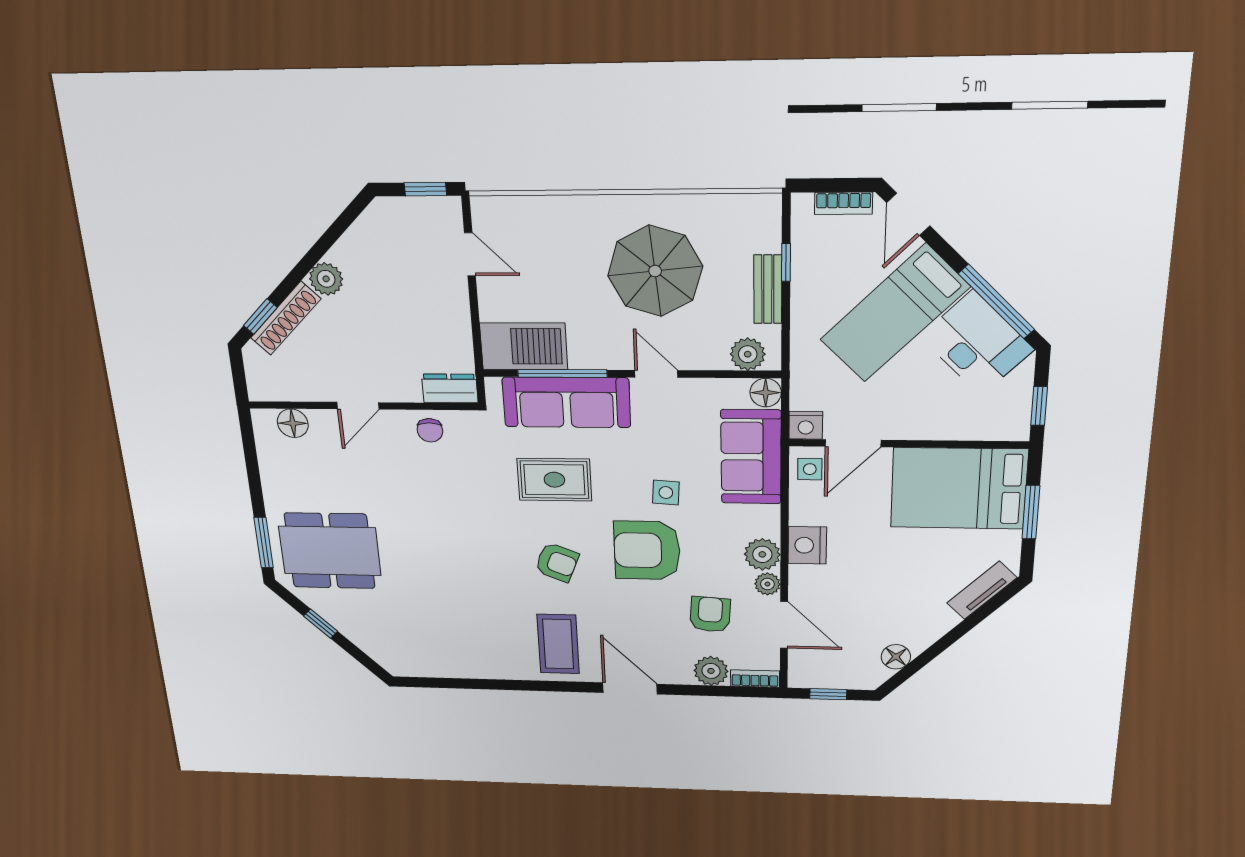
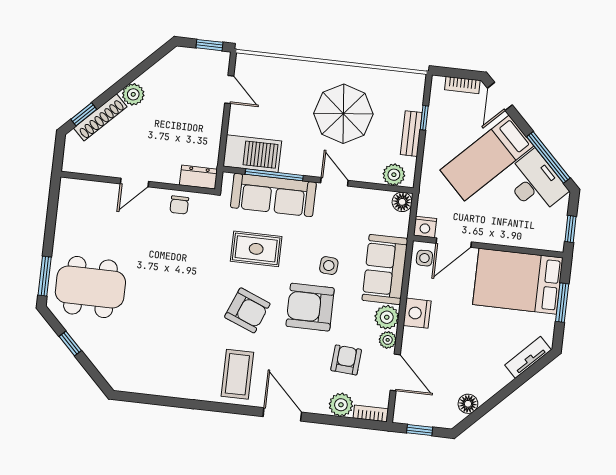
floor lamp: (293, 423) -> (87, 190), removed
sofa: (751, 457) -> (385, 269), moved
armchair: (557, 562) -> (247, 310), width x1.38, depth x1.38

